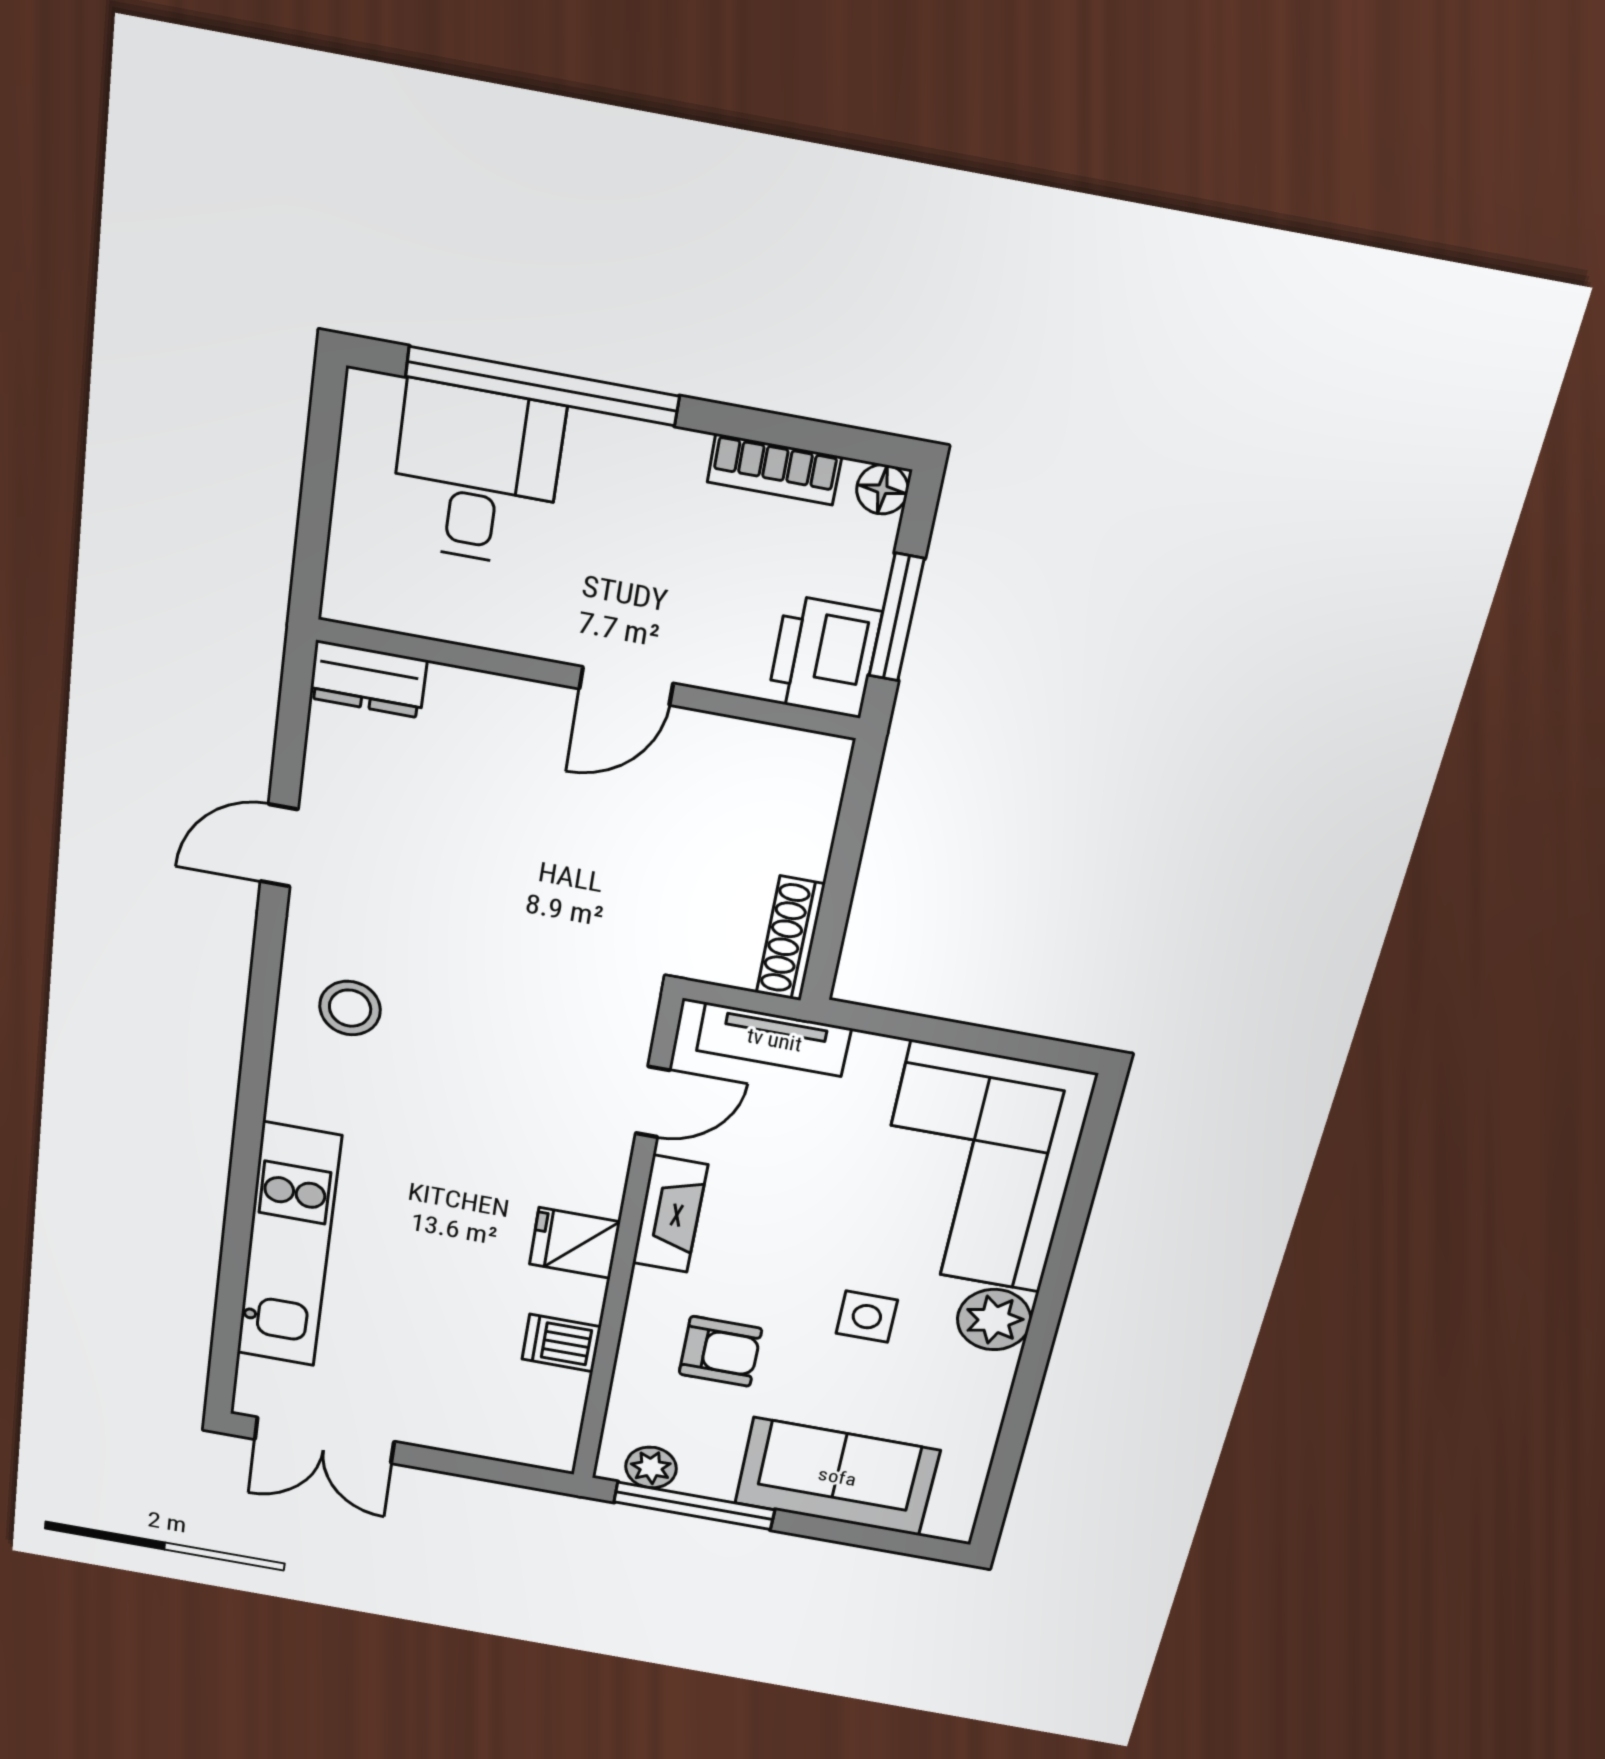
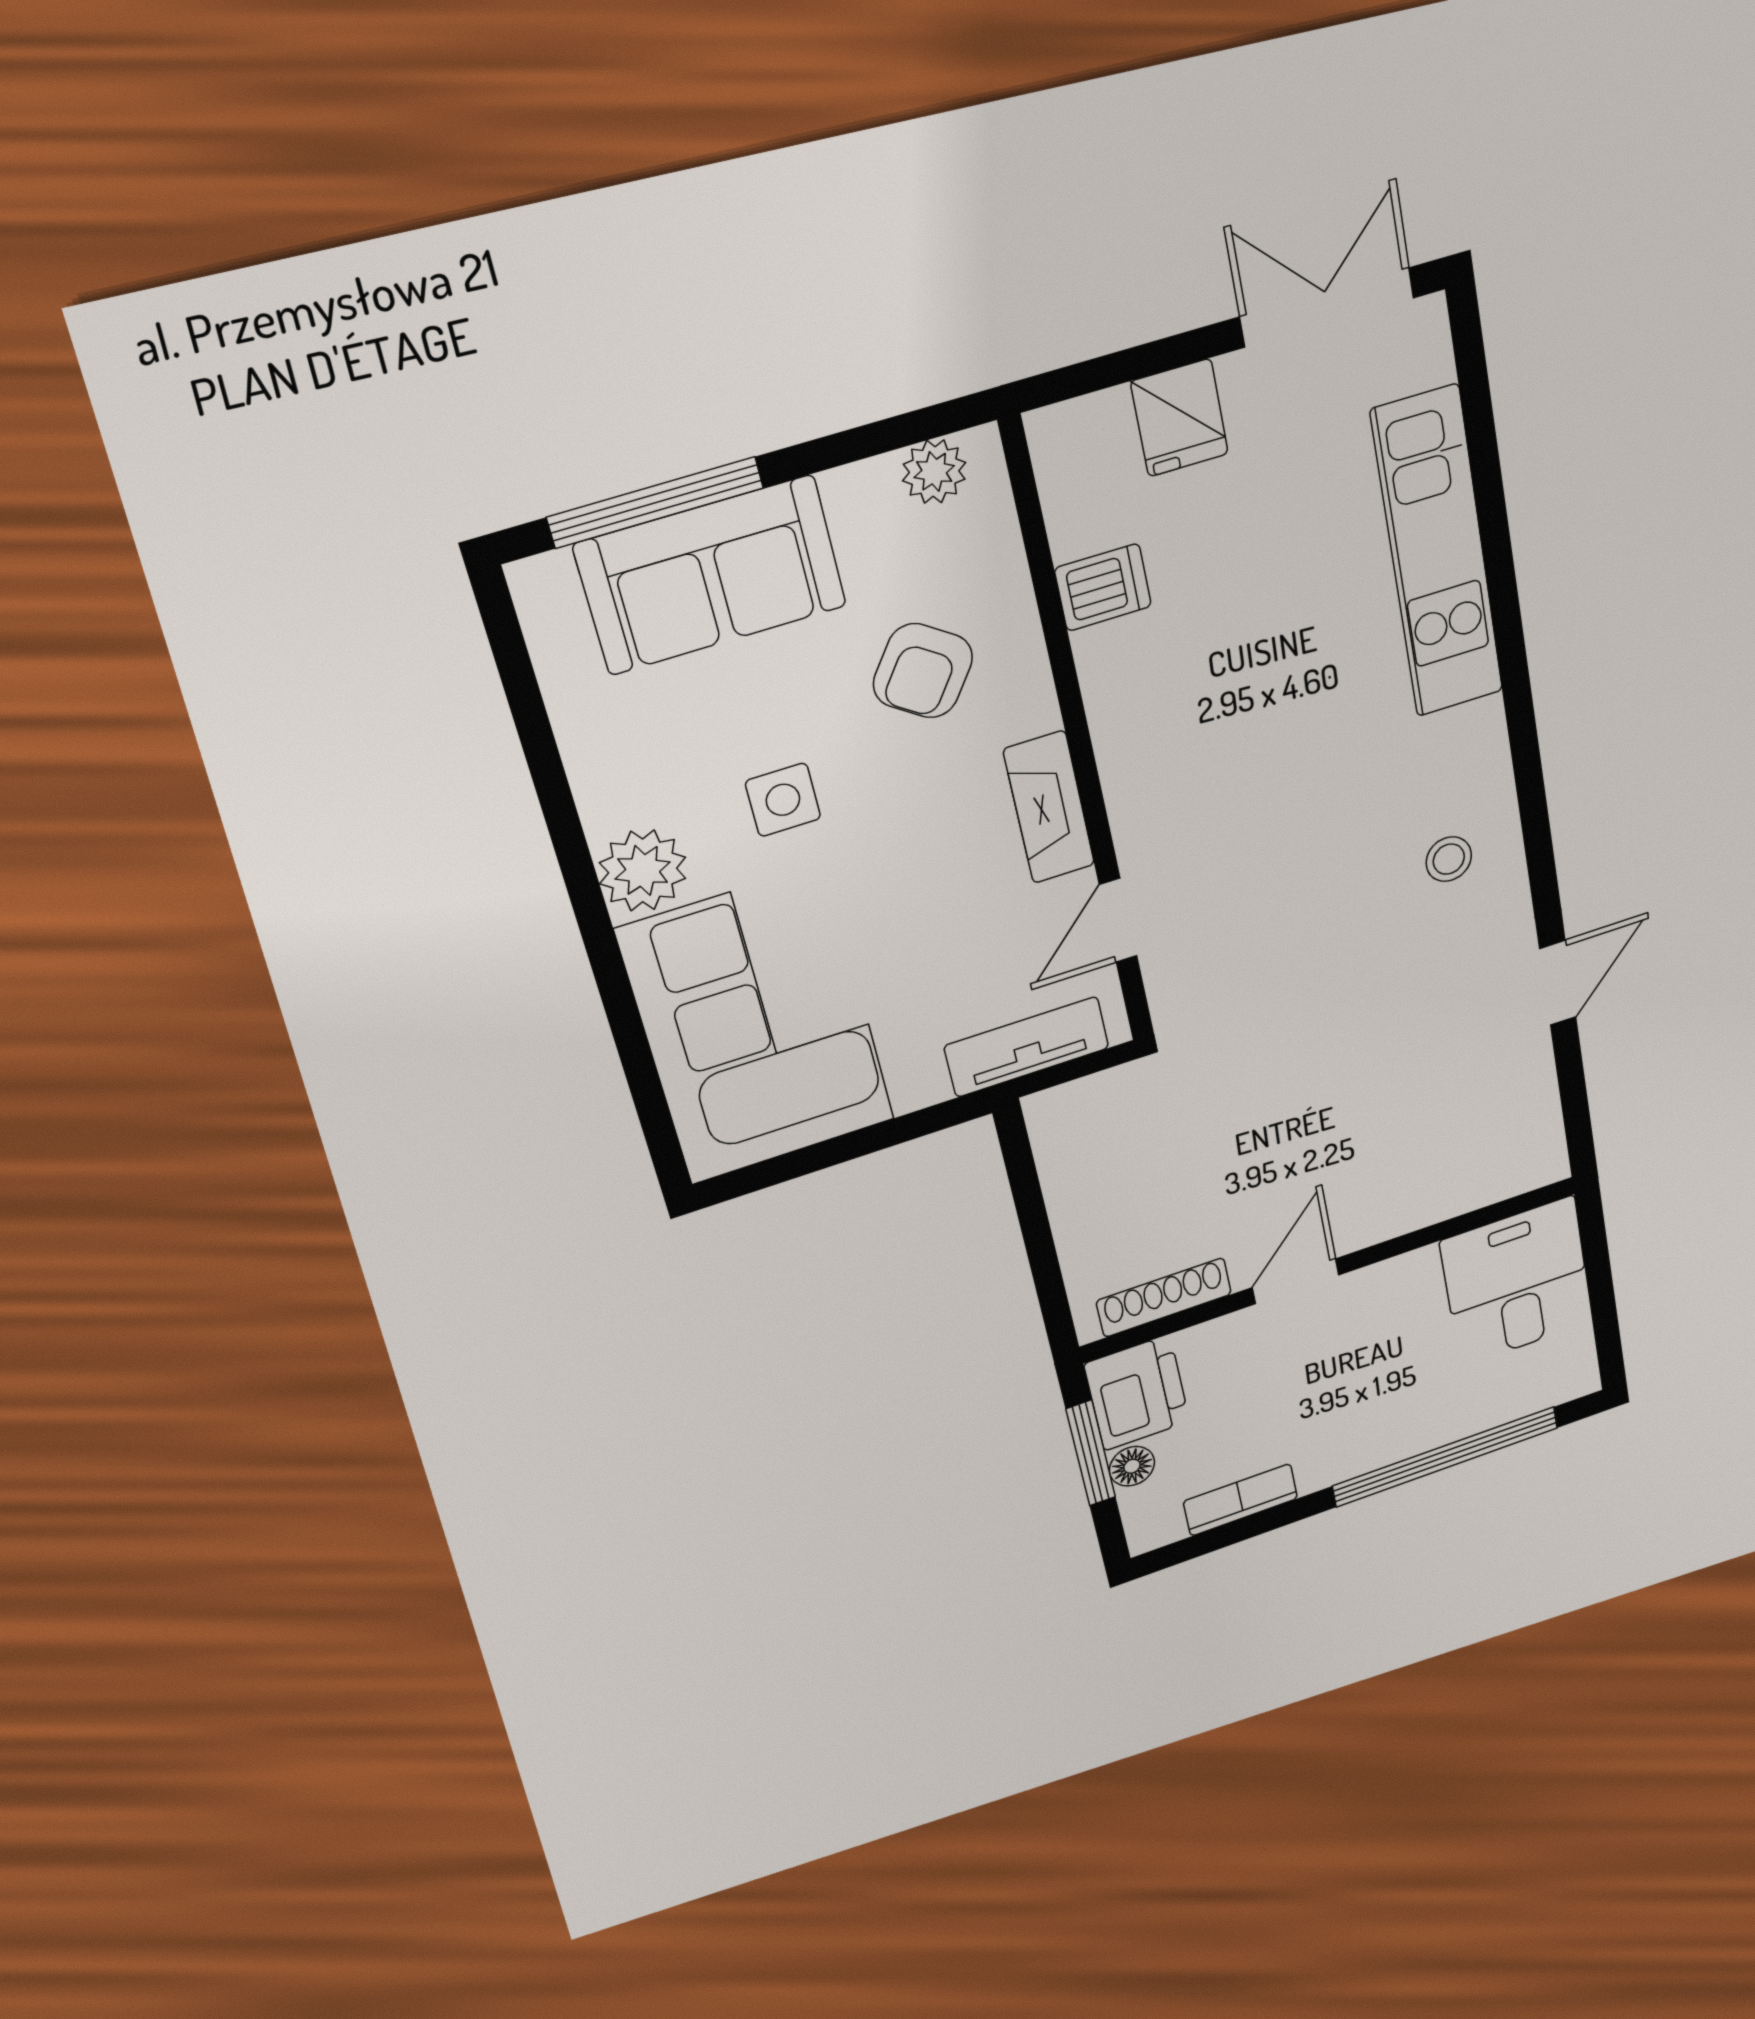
desk: (476, 475) -> (1517, 1282), moved, turned 180
floor lamp: (882, 489) -> (1132, 1466), moved
dresser: (368, 679) -> (1518, 1169), removed
shoe rack: (790, 939) -> (1164, 1297), moved, turned -90
stool: (350, 1008) -> (1449, 859), width x0.73, depth x0.73
fridge: (575, 1243) -> (1180, 418), moved, turned 90
armchair: (720, 1351) -> (923, 671), turned -55
window: (694, 1506) -> (656, 503), moved

